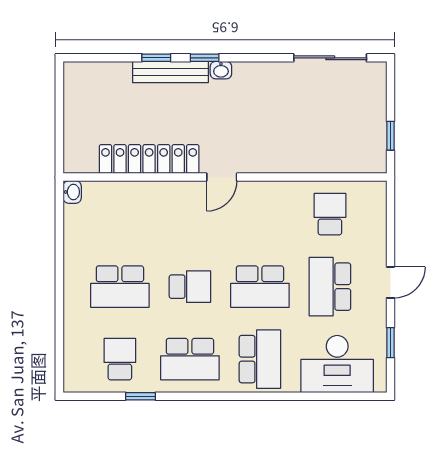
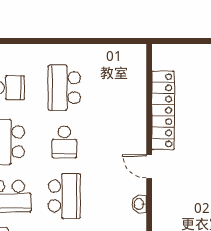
washbasin: (72, 192) -> (139, 204), moved, turned 90
school desk: (260, 287) -> (64, 196), turned 180

